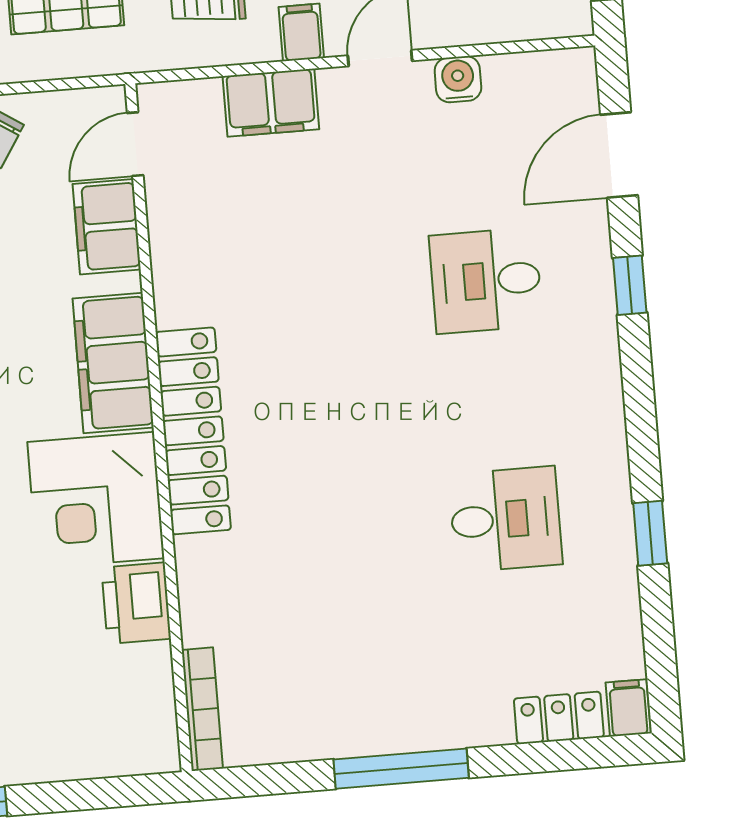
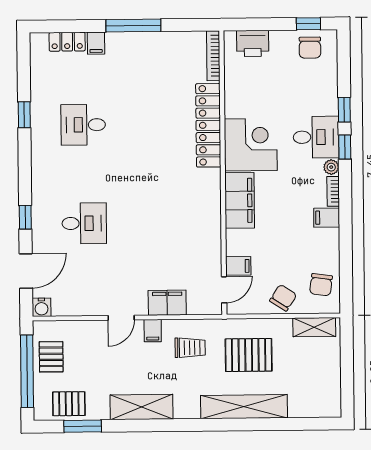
water cooler: (458, 79) -> (41, 307), moved
filing cabinet: (107, 227) -> (238, 266), width x0.50
locker: (193, 431) -> (208, 125), moved
printer: (136, 603) -> (253, 43), moved, turned 90
filing cabinet: (628, 708) -> (96, 43), moved

